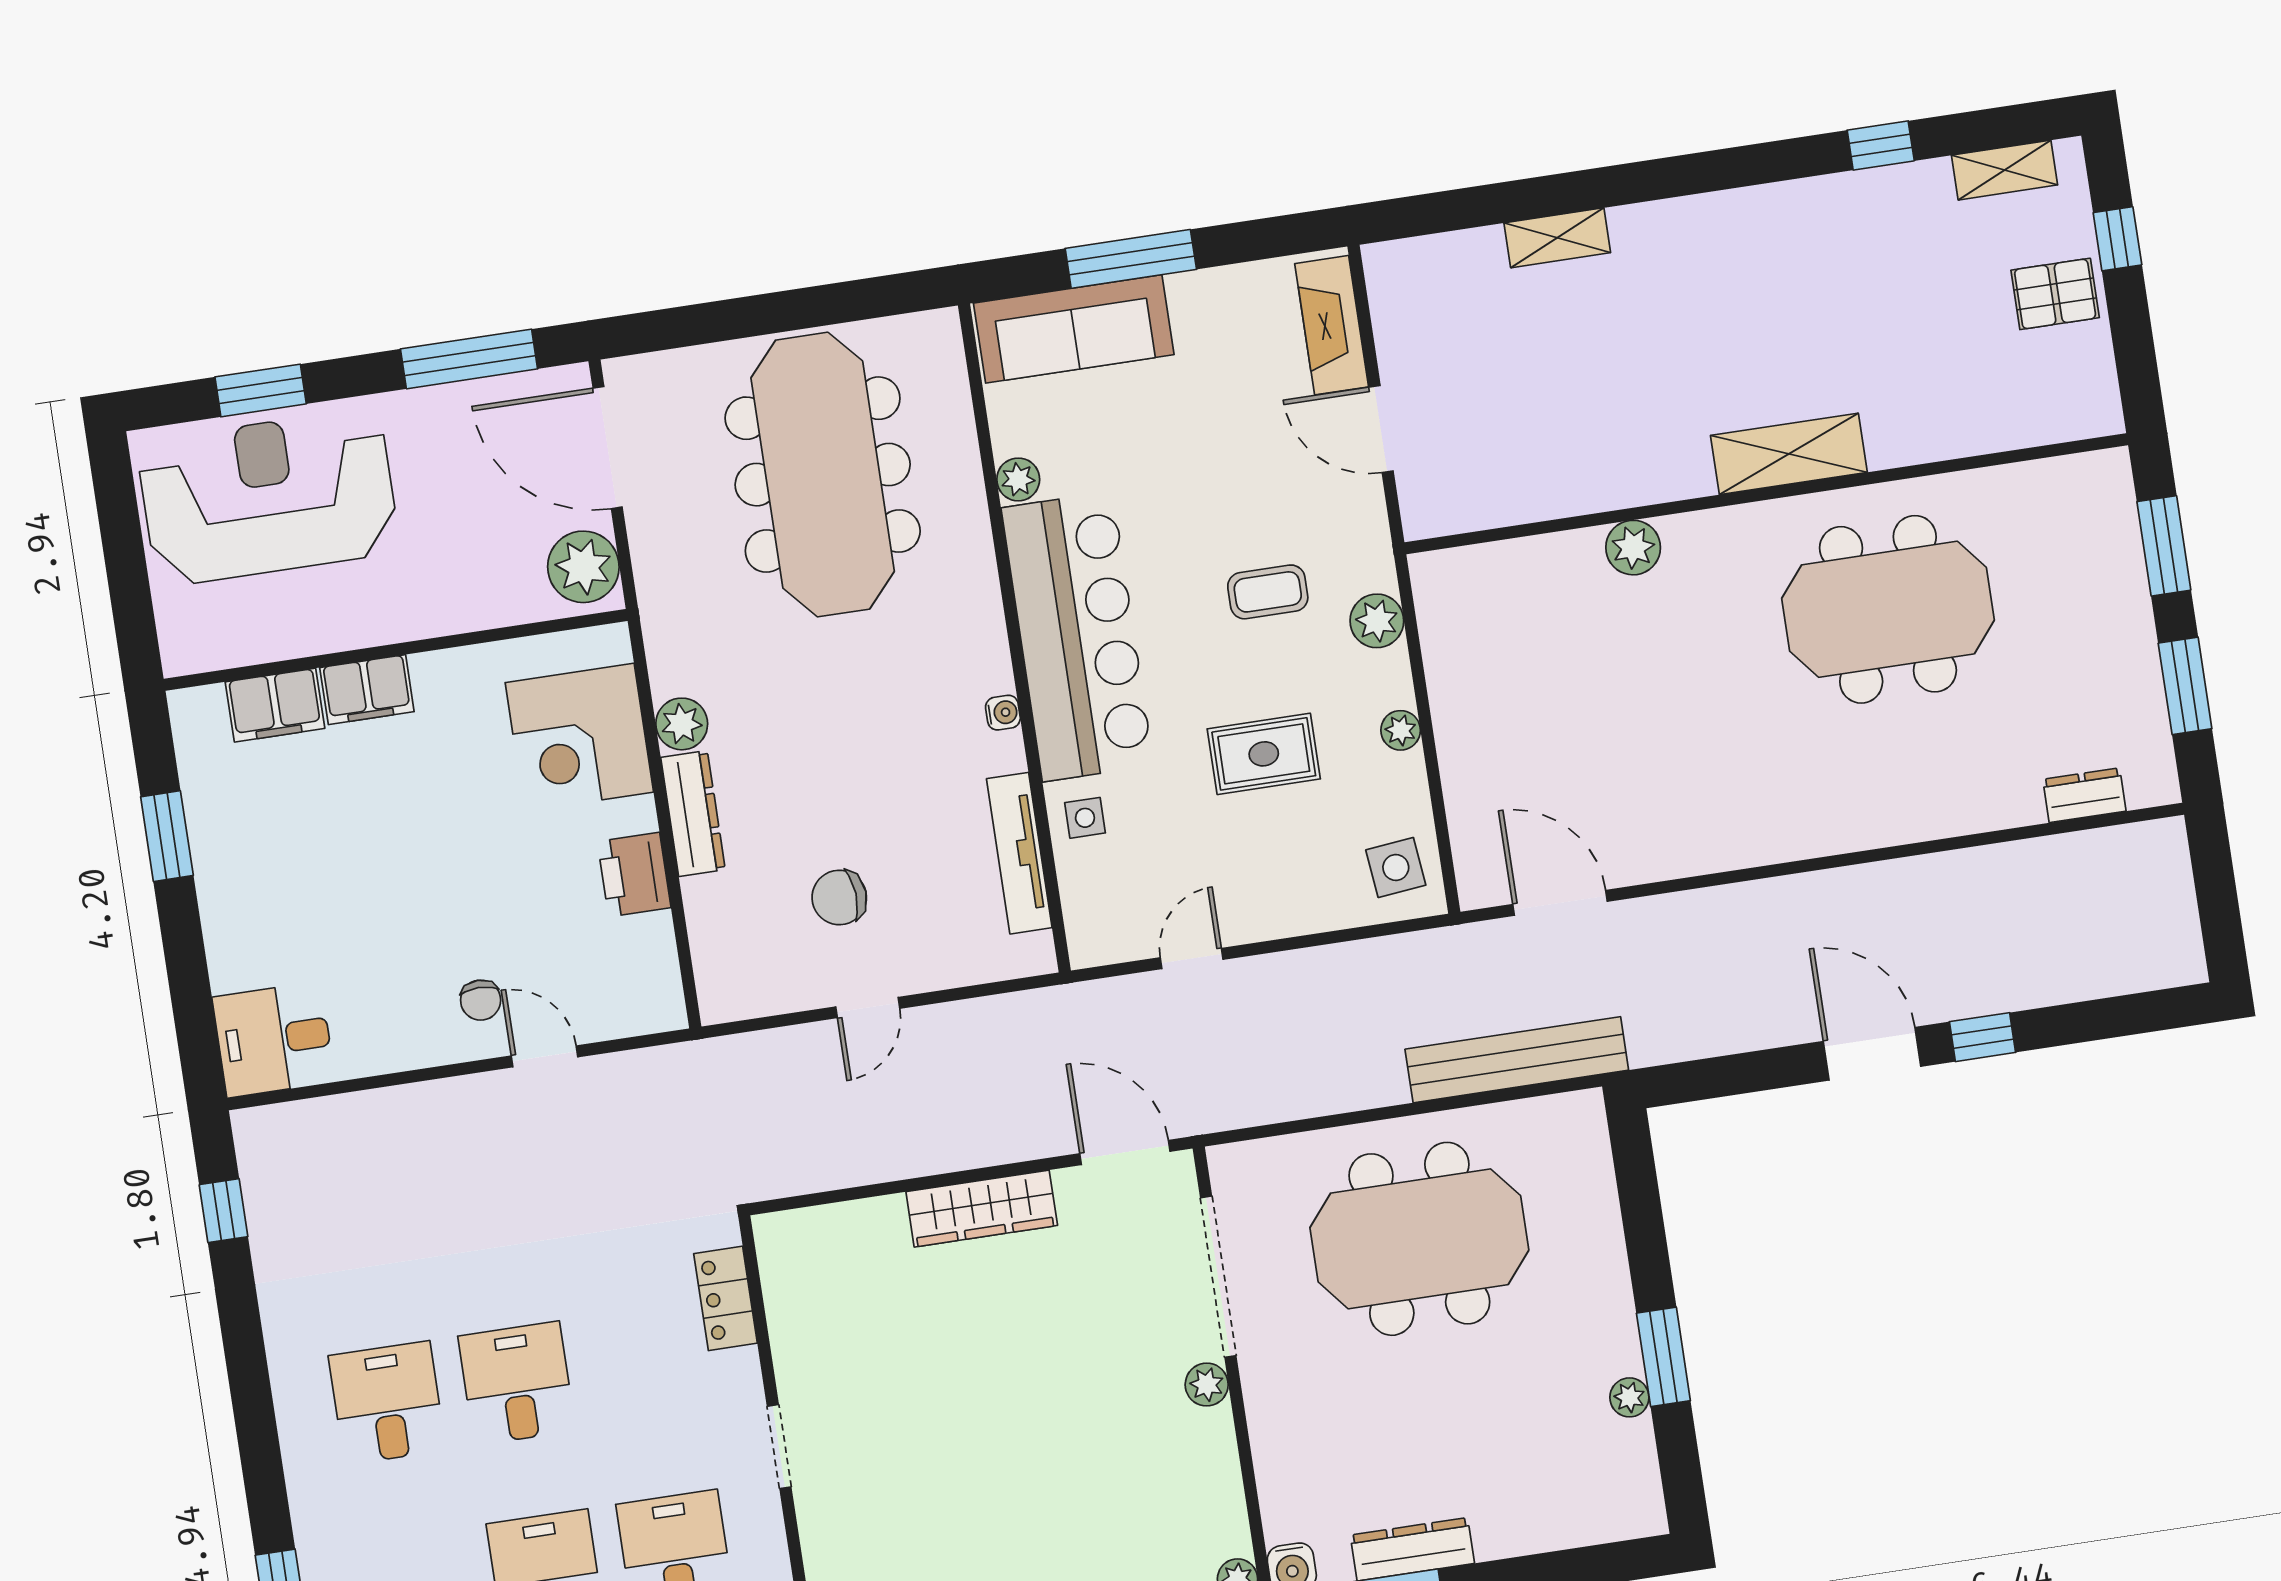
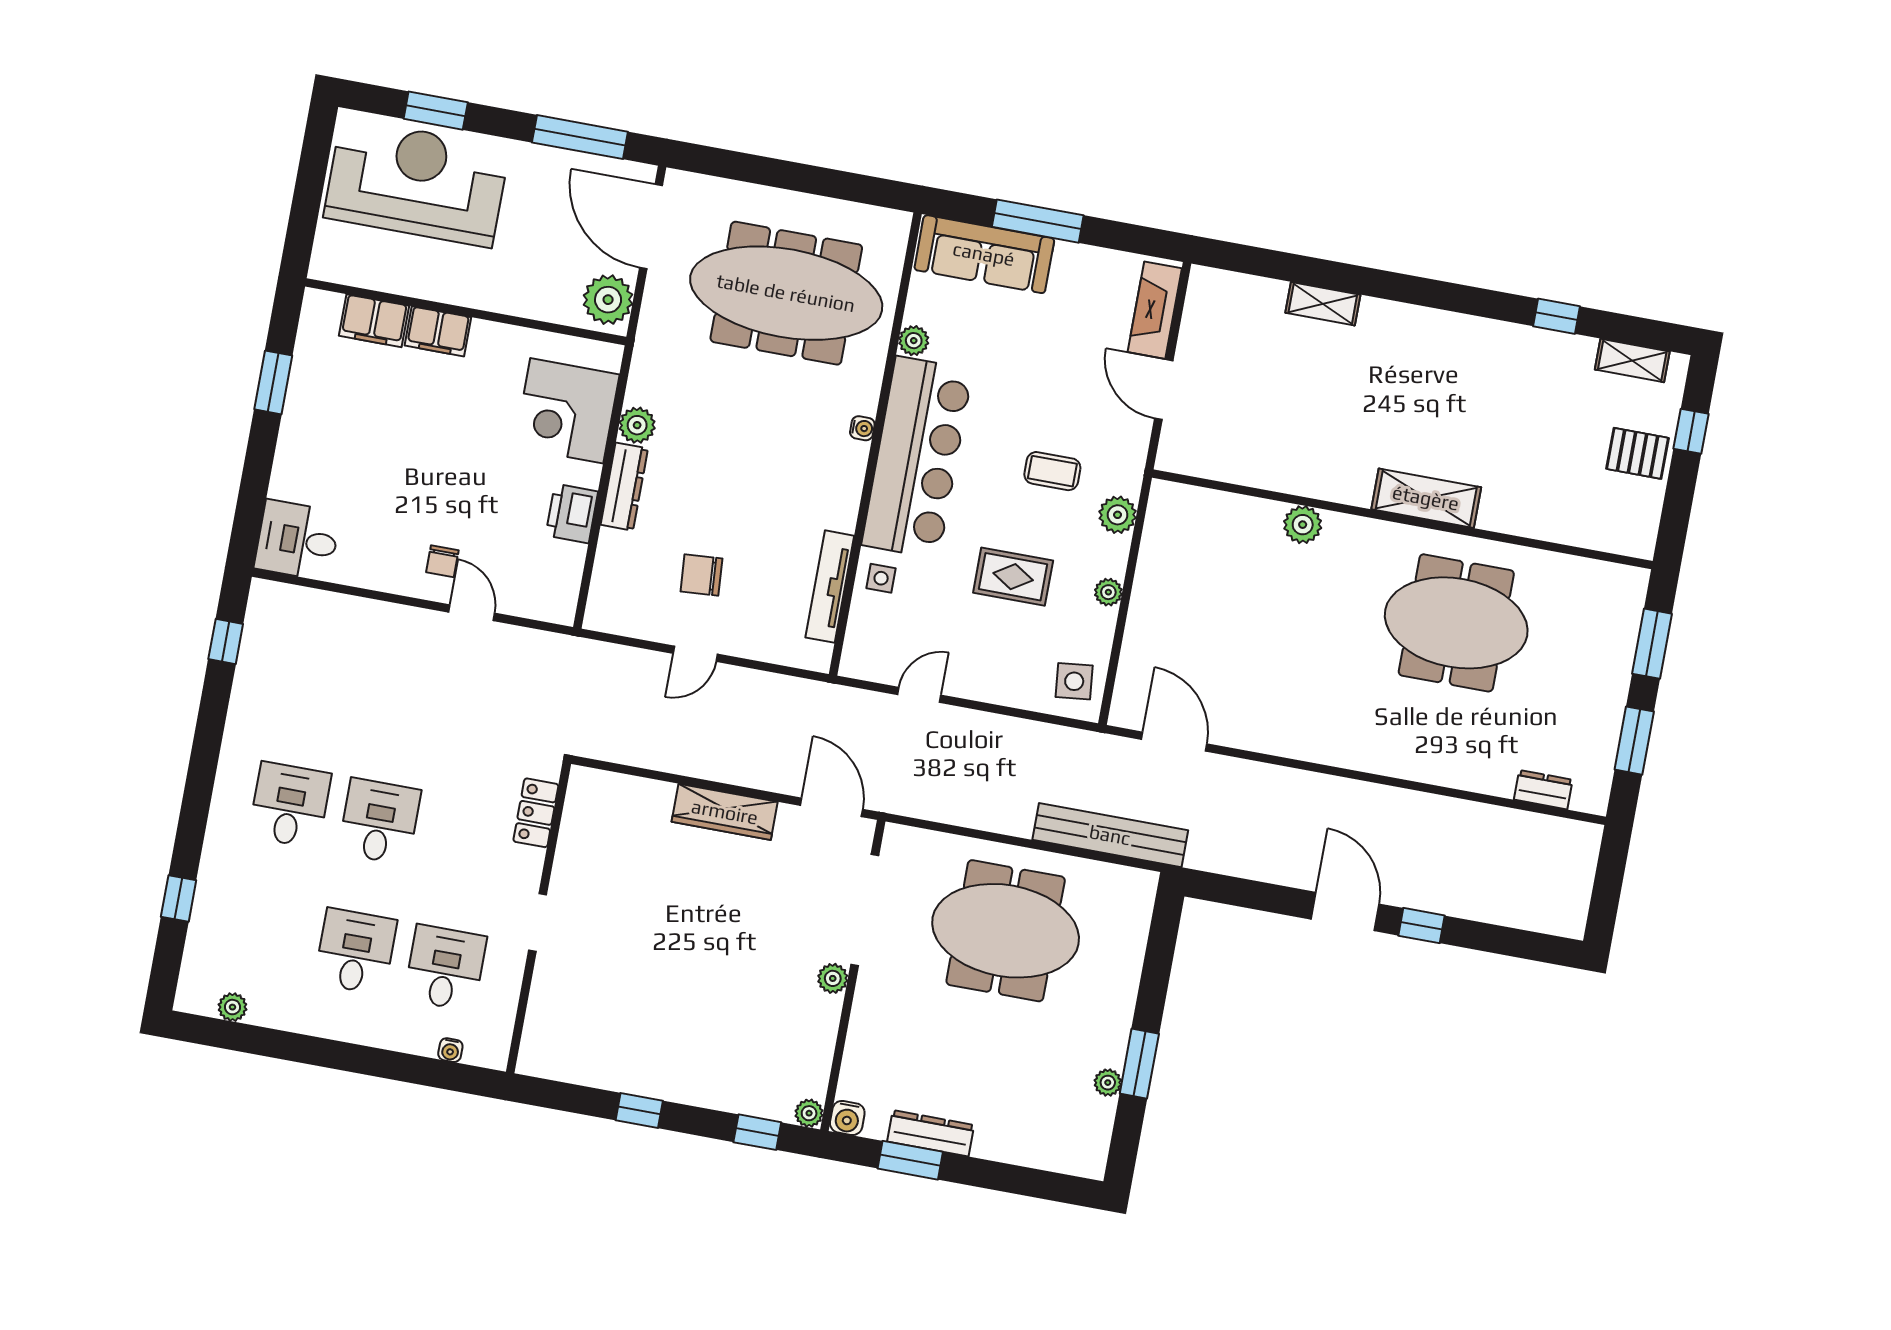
meeting table: (823, 475) -> (786, 293), turned 90
water cooler: (1003, 713) -> (862, 428), moved

